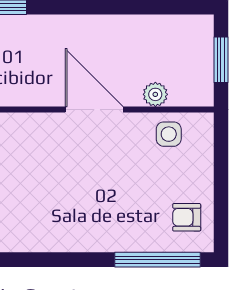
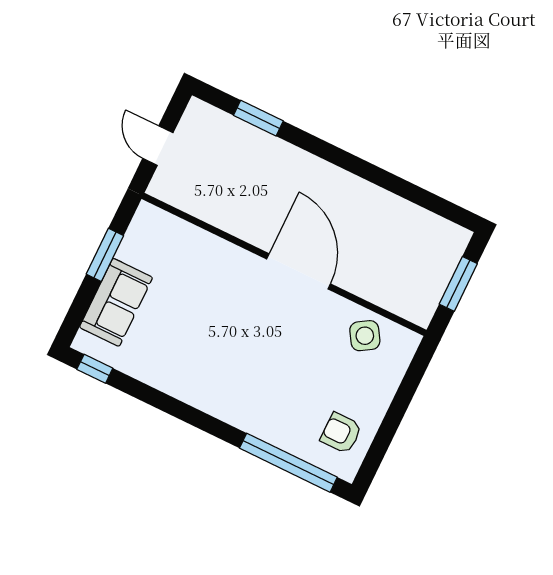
plant: (155, 94) -> (371, 287), removed
side table: (169, 134) -> (365, 336), turned -32

